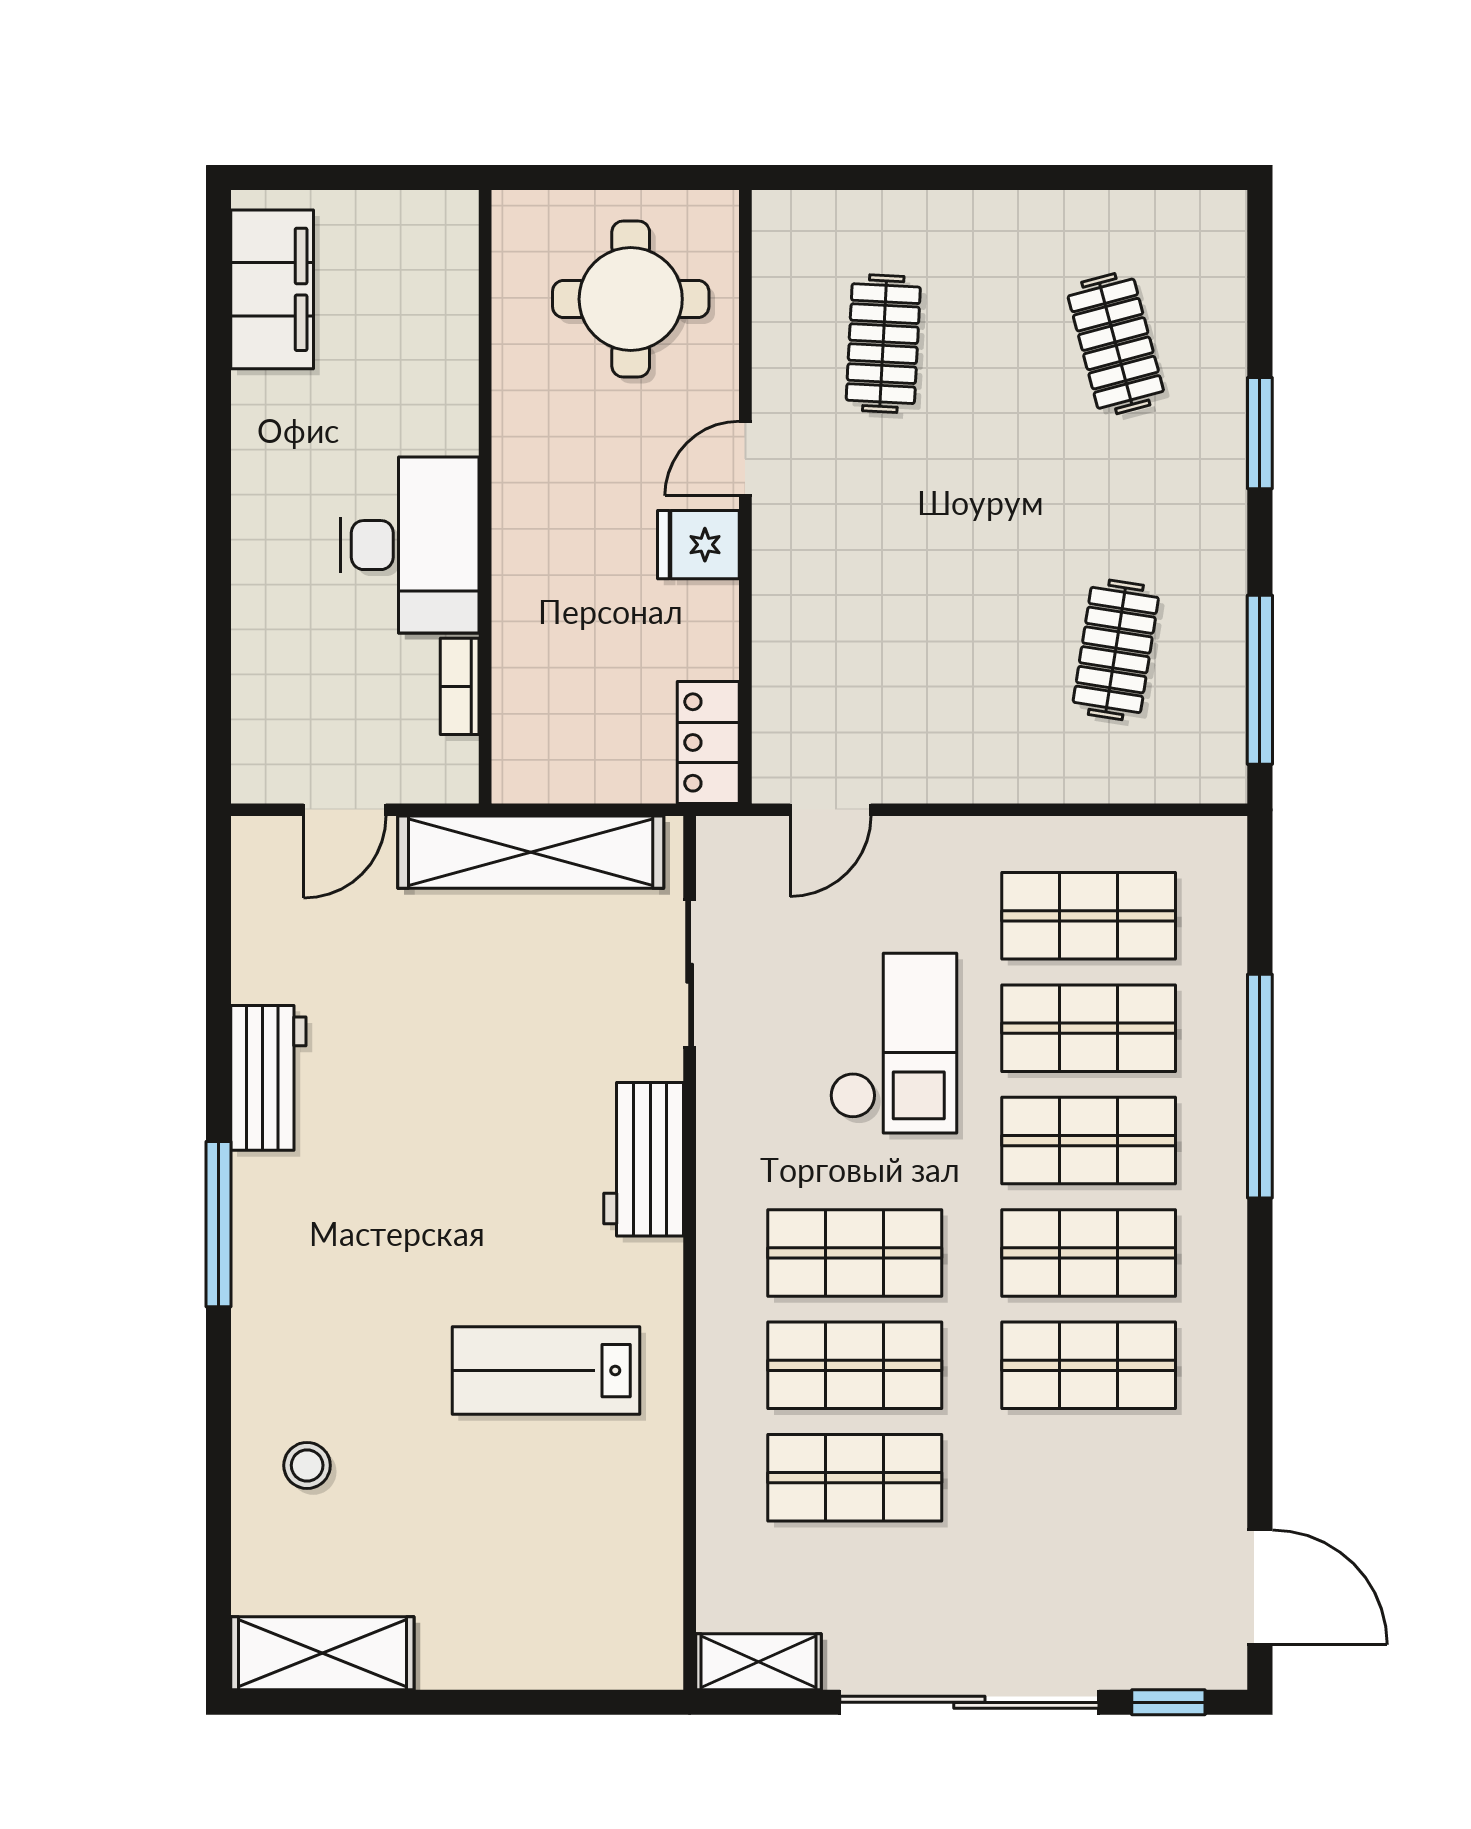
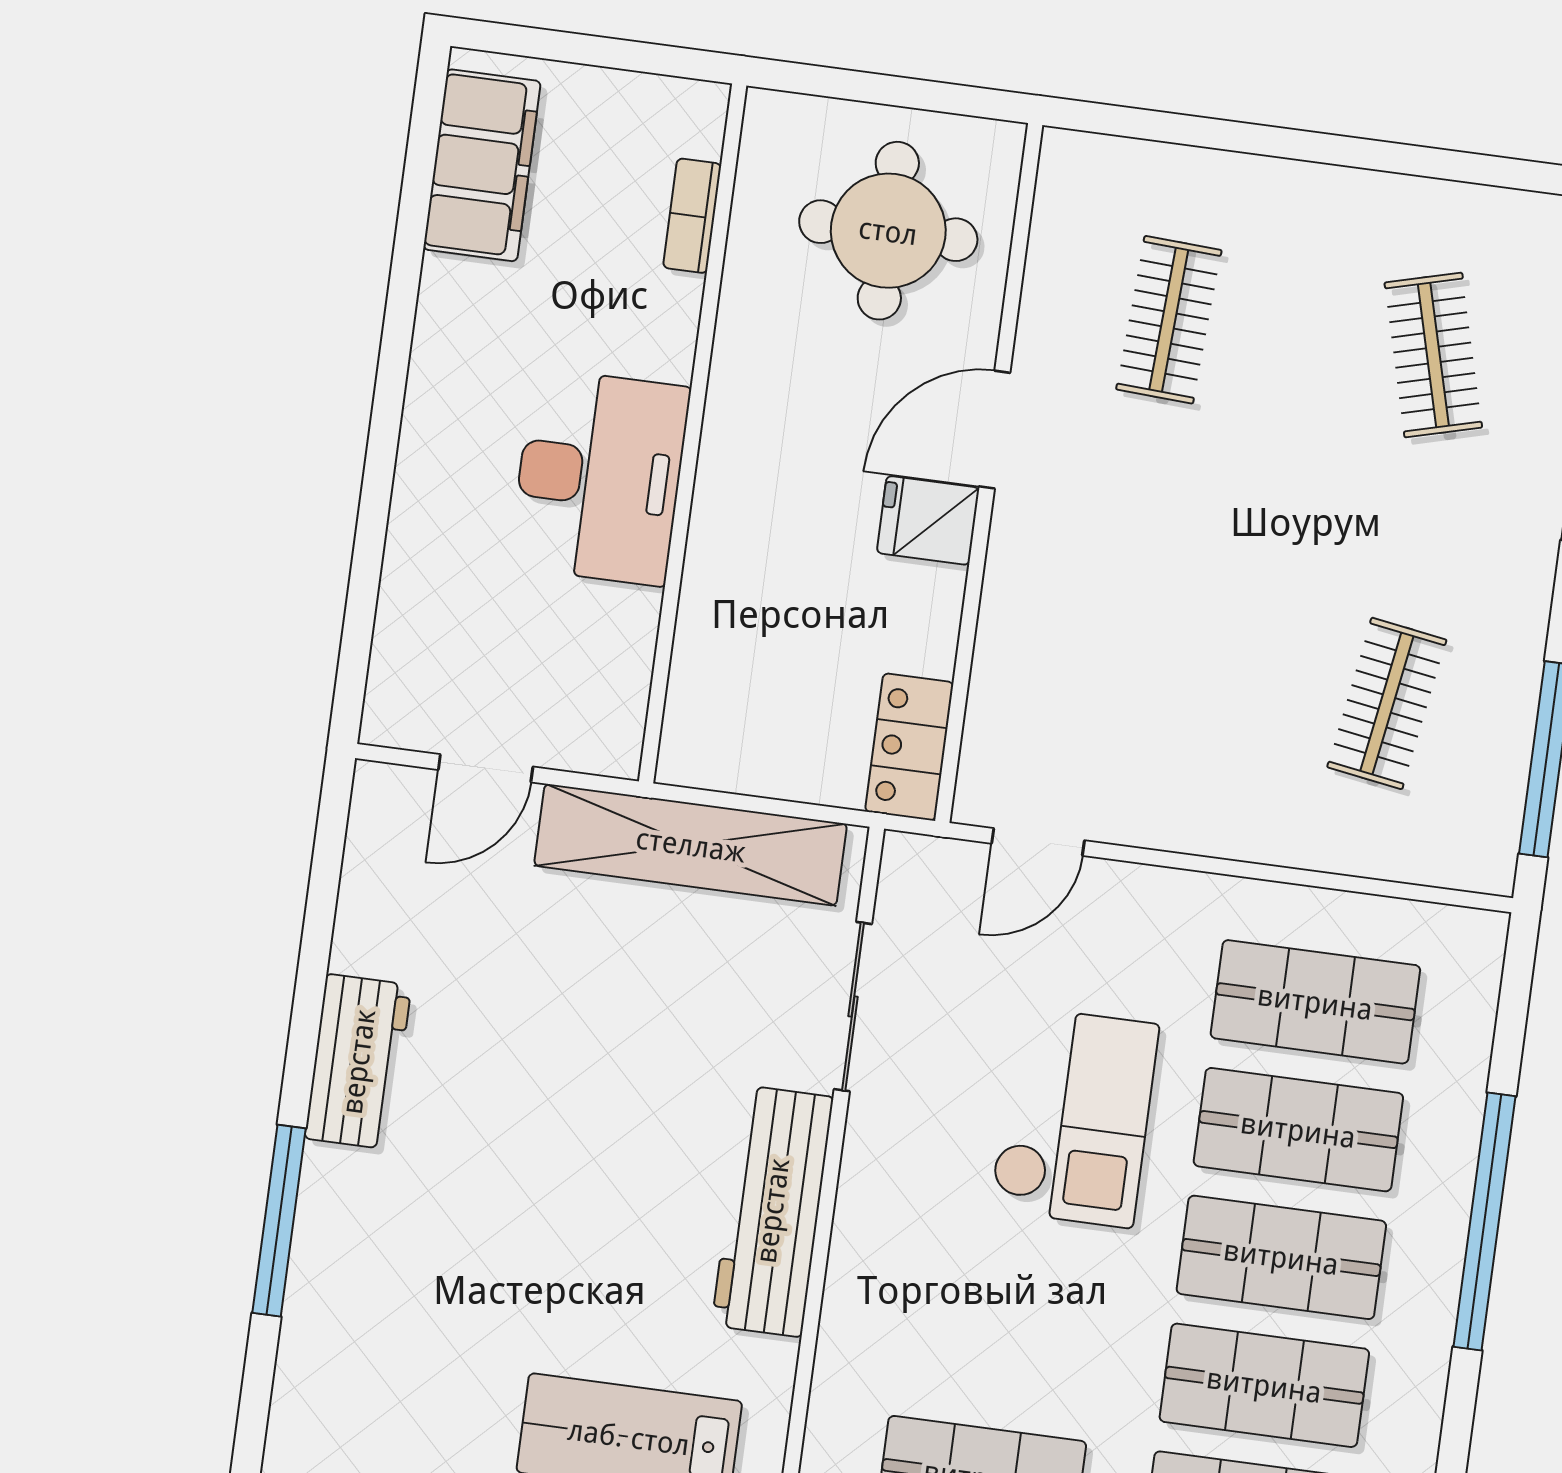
door: (745, 459) -> (995, 430), width x1.38
bookcase: (460, 686) -> (692, 216), moved
workbench: (644, 1159) -> (772, 1211), width x1.38
shop shelf: (855, 1253) -> (998, 1350), removed

